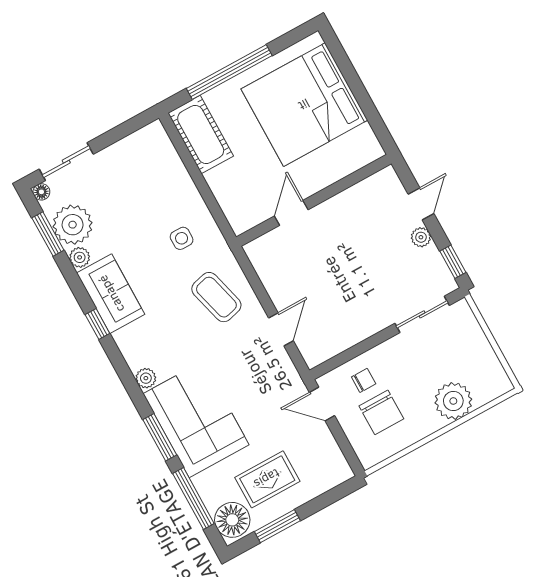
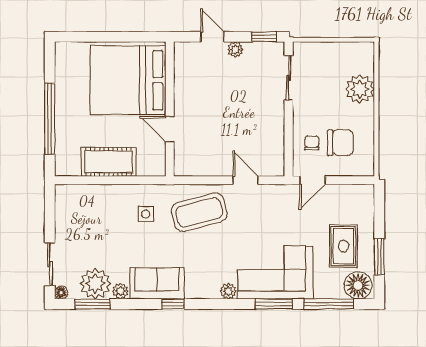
bed: (304, 105) -> (128, 80), moved, turned 90
cot: (201, 134) -> (109, 162), moved
coffee table: (216, 297) -> (199, 212), width x1.36, depth x1.32

